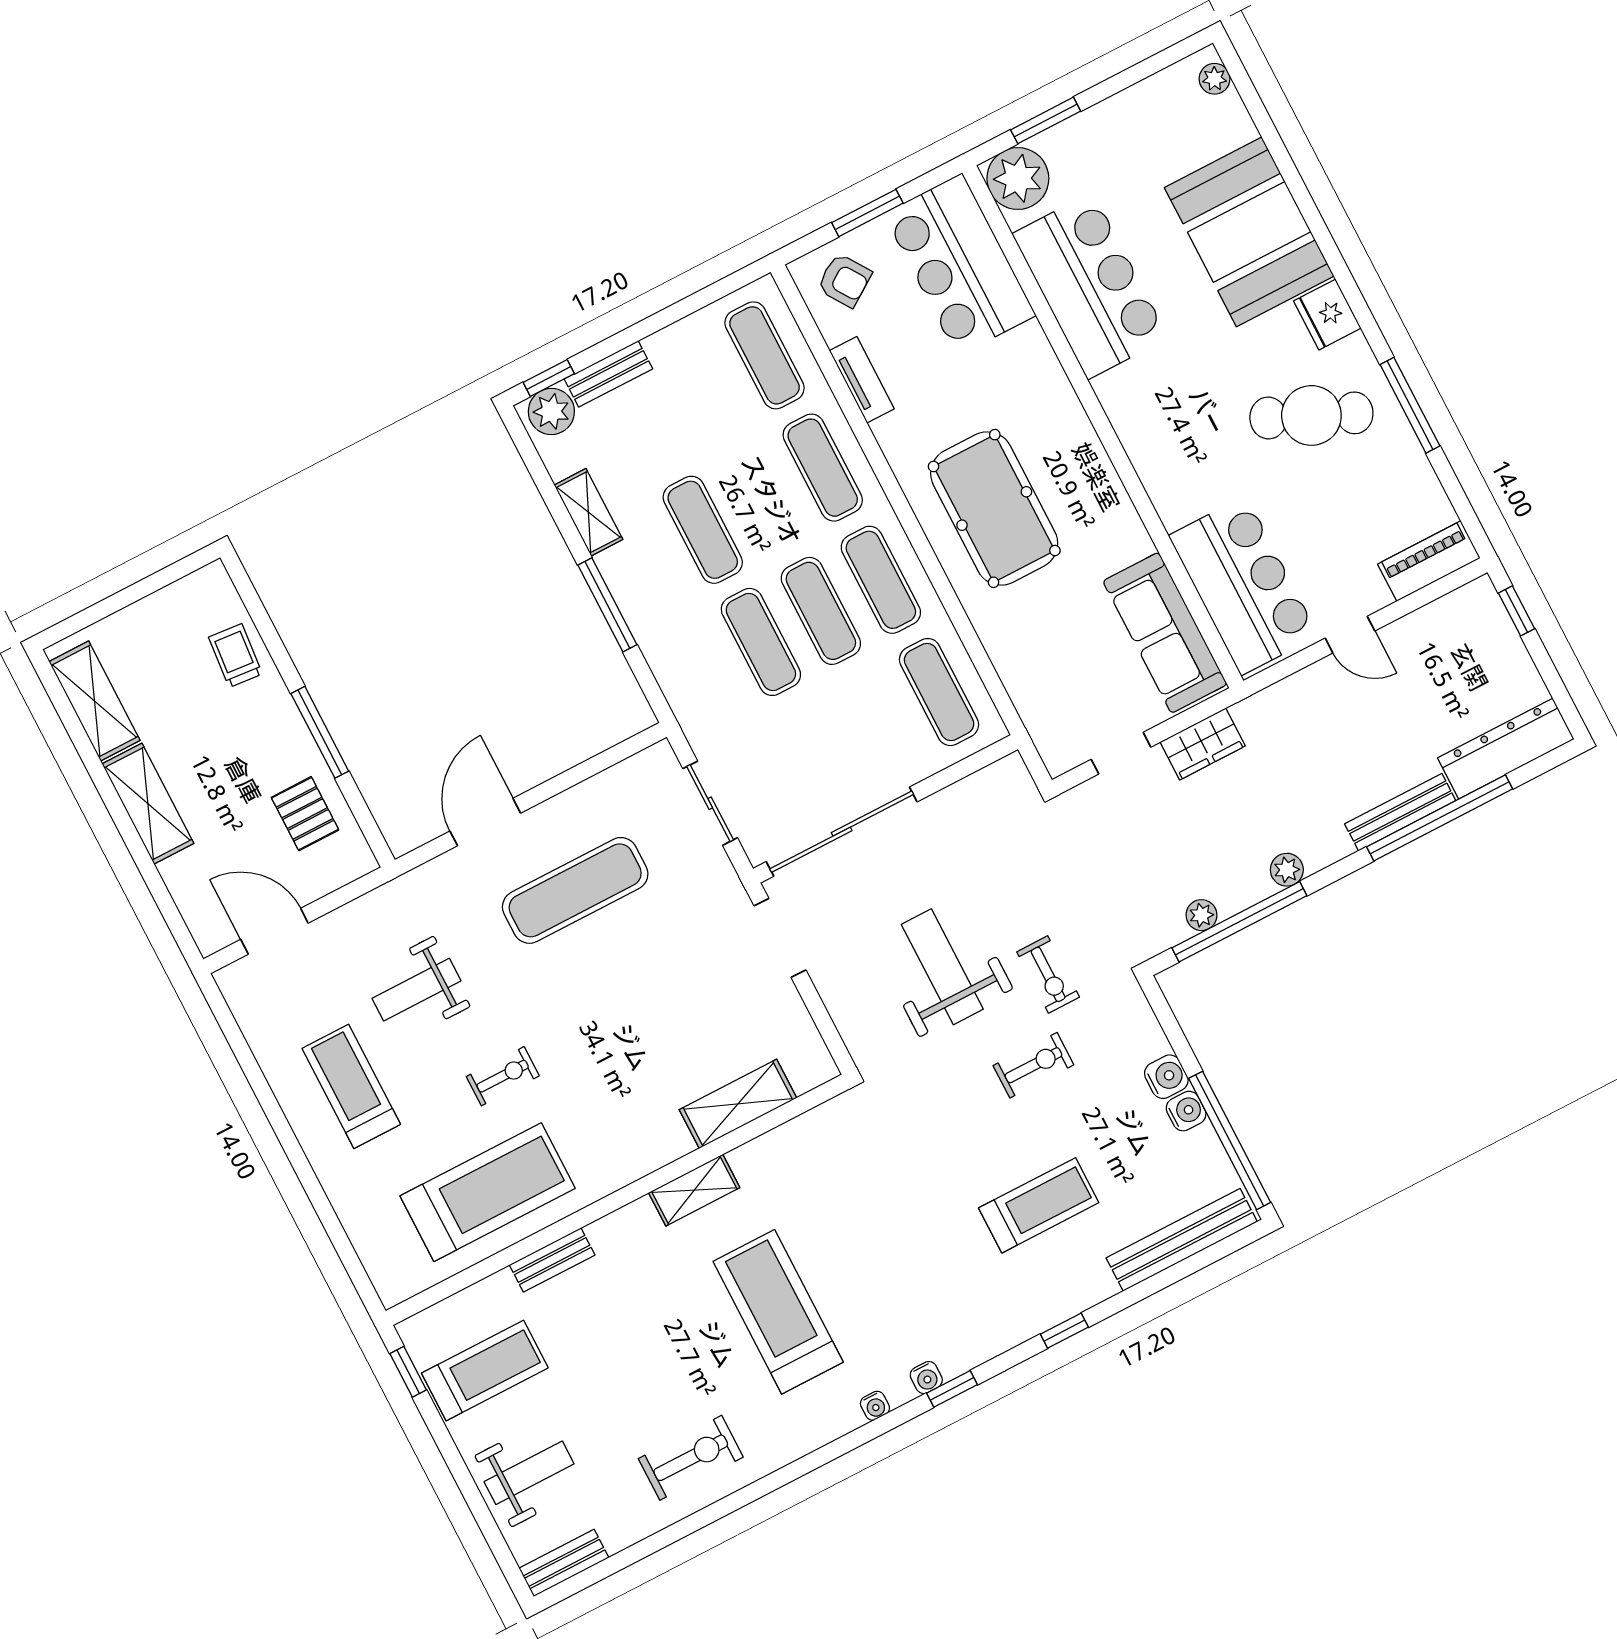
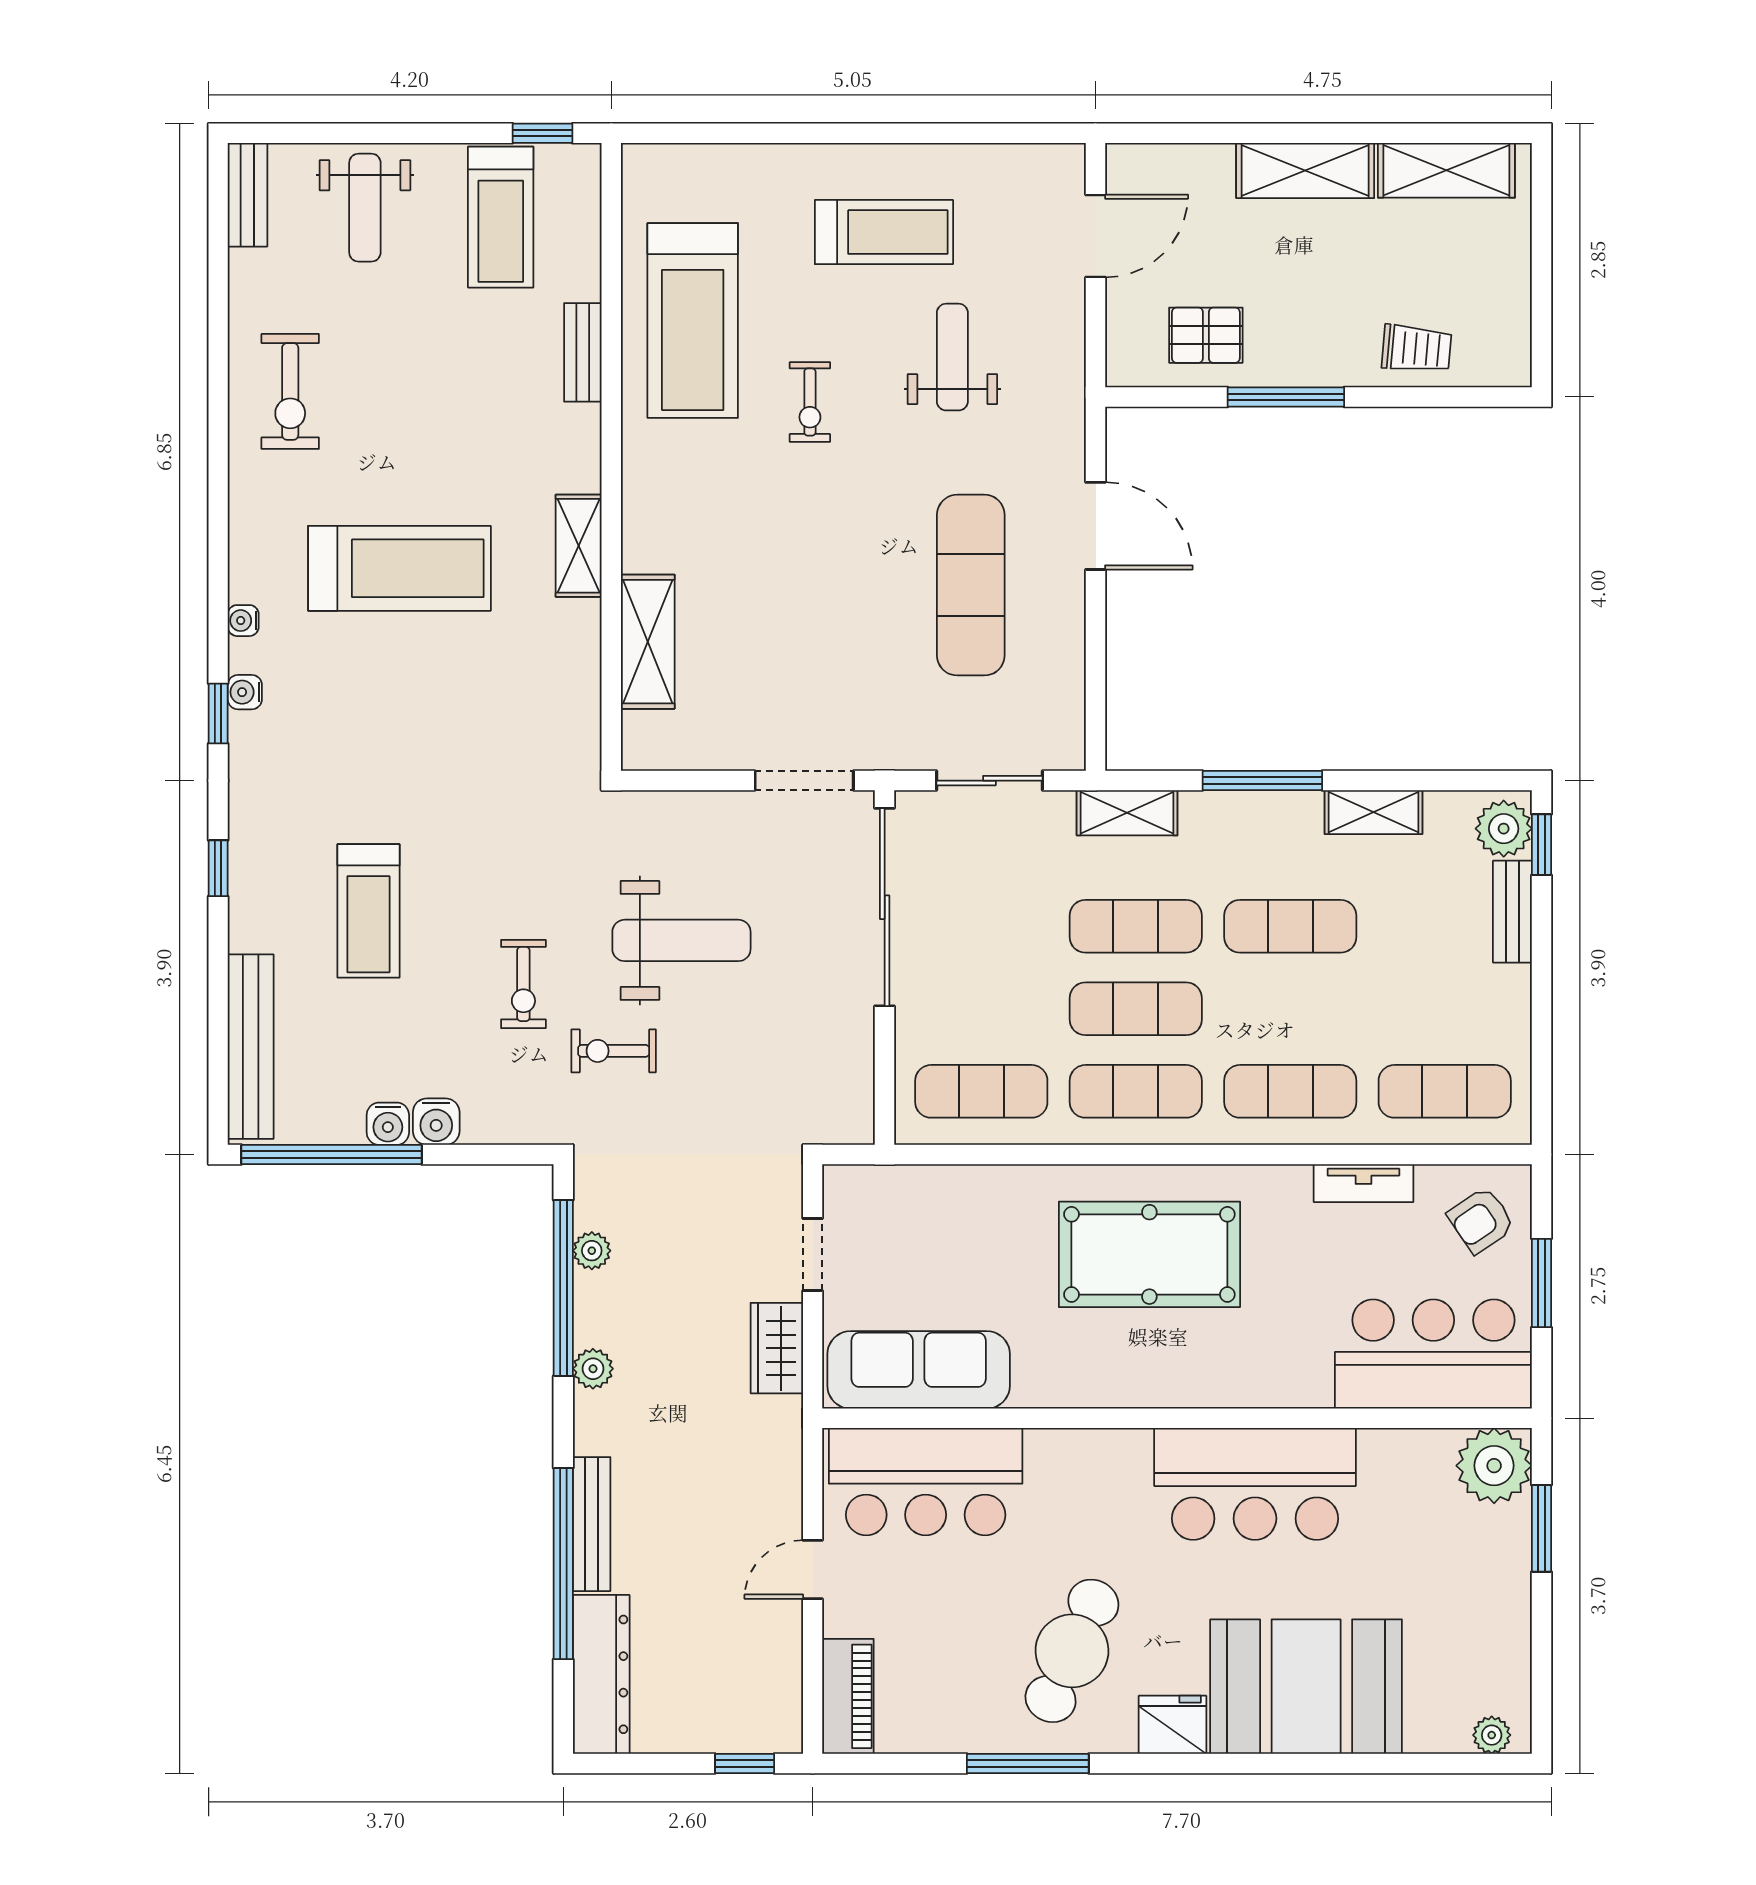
bar counter: (1090, 286) -> (1255, 1484), moved
shelving: (682, 691) -> (1127, 813), added

